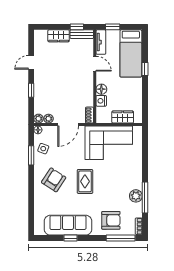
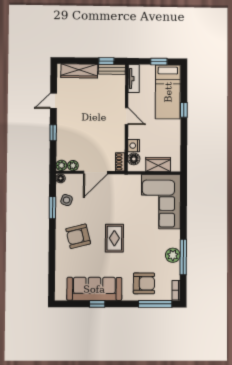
window: (113, 27) -> (159, 62), moved
wardrobe: (59, 36) -> (79, 71), width x1.50
door: (95, 64) -> (127, 116), moved
floor lamp: (101, 89) -> (134, 159), moved
corner sofa: (109, 143) -> (161, 202), moved, turned 90
armchair: (54, 180) -> (78, 236), turned -137

